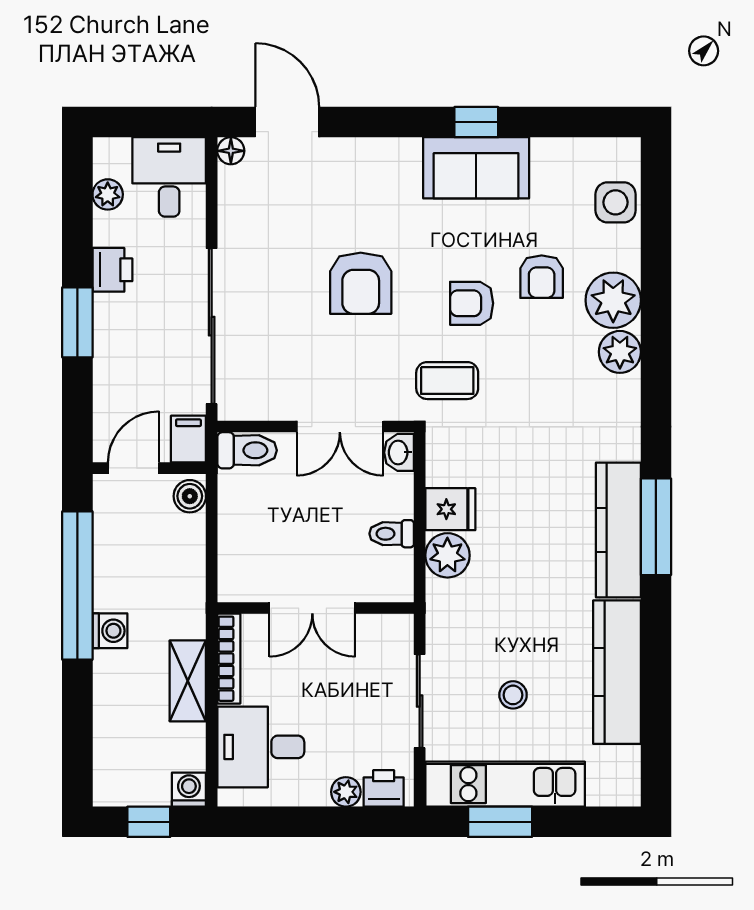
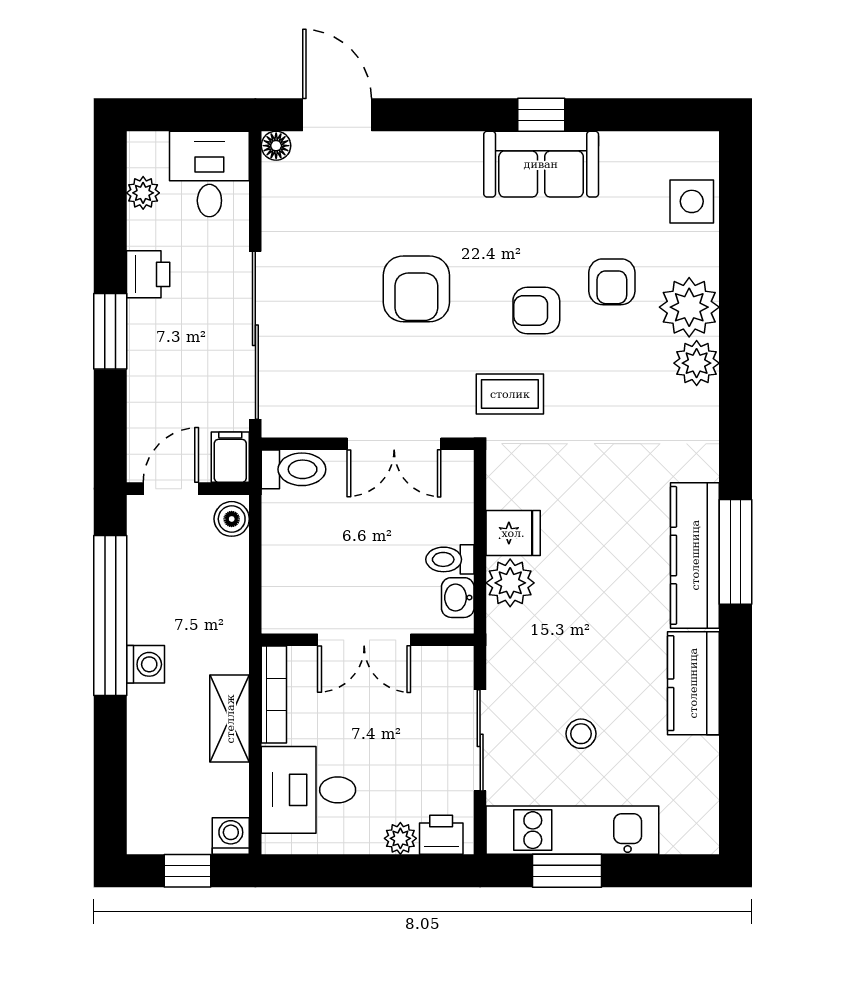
washbasin: (399, 452) -> (458, 598), moved
kitchen counter: (617, 672) -> (693, 683), width x0.67

